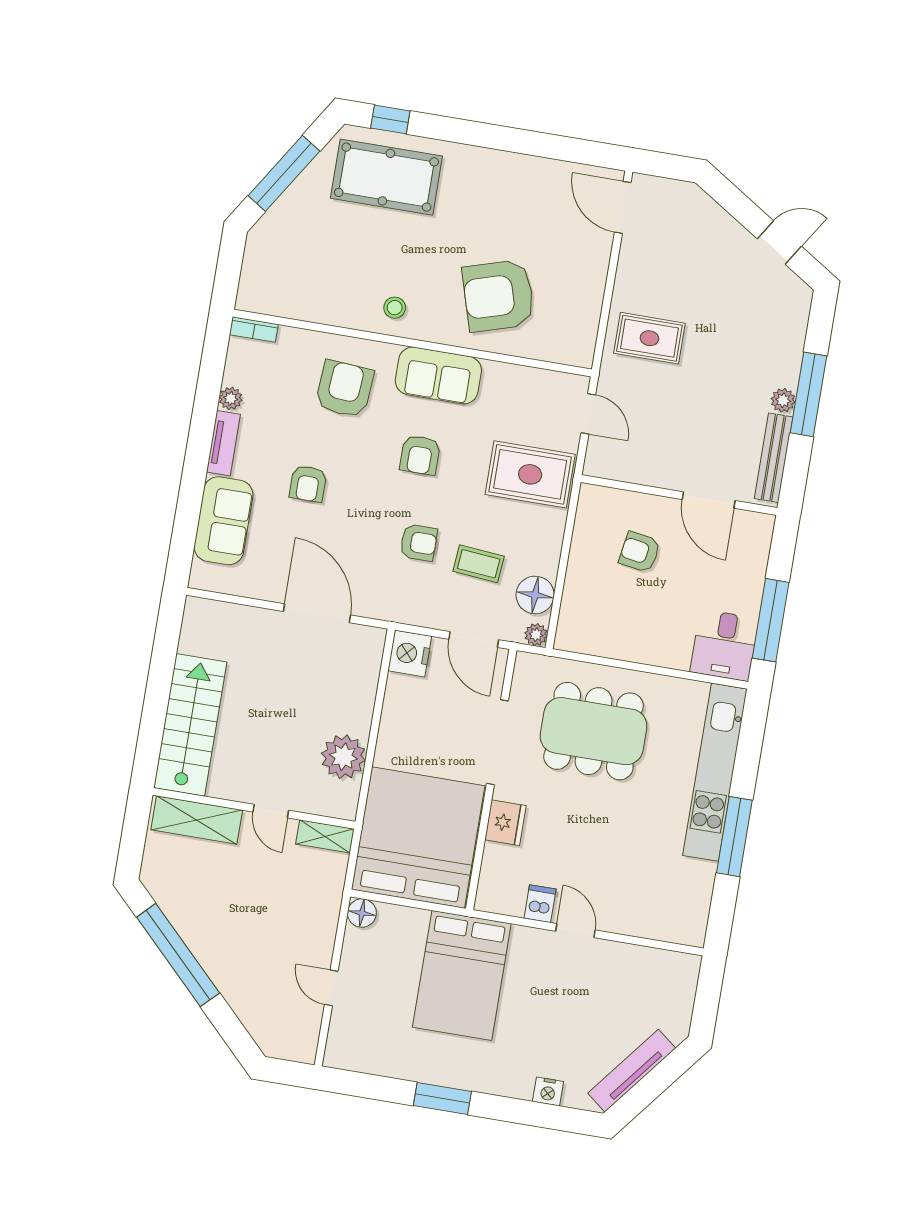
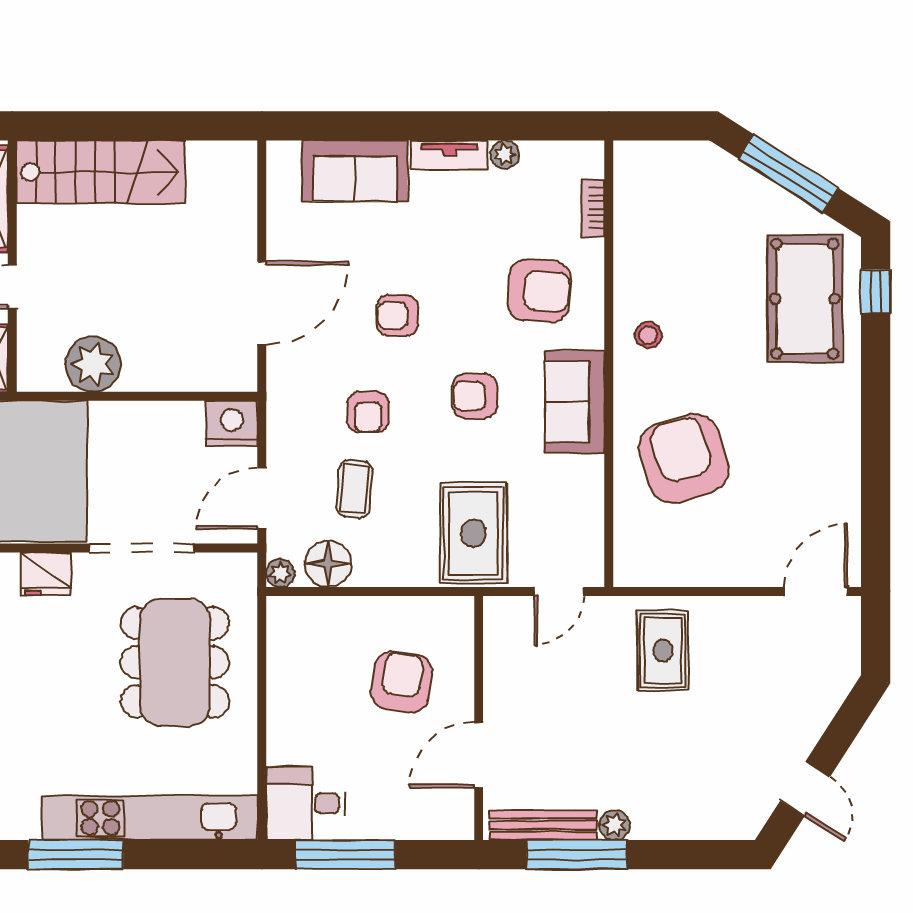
bookcase: (254, 330) -> (593, 208), moved
window: (808, 394) -> (577, 855), moved
armchair: (308, 484) -> (397, 315), moved
armchair: (640, 552) -> (402, 682), width x1.38, depth x1.38

